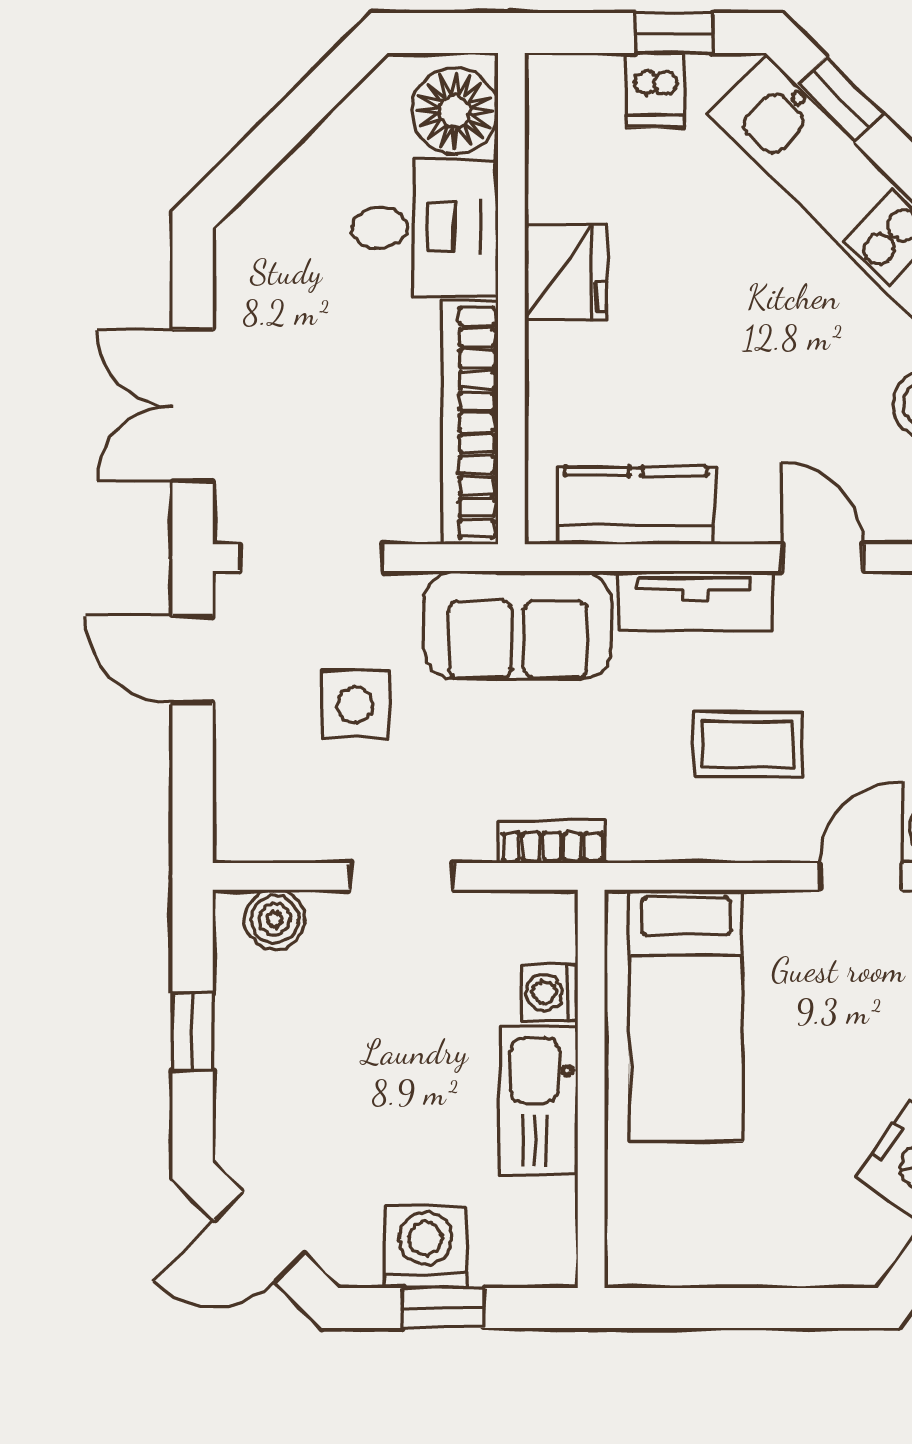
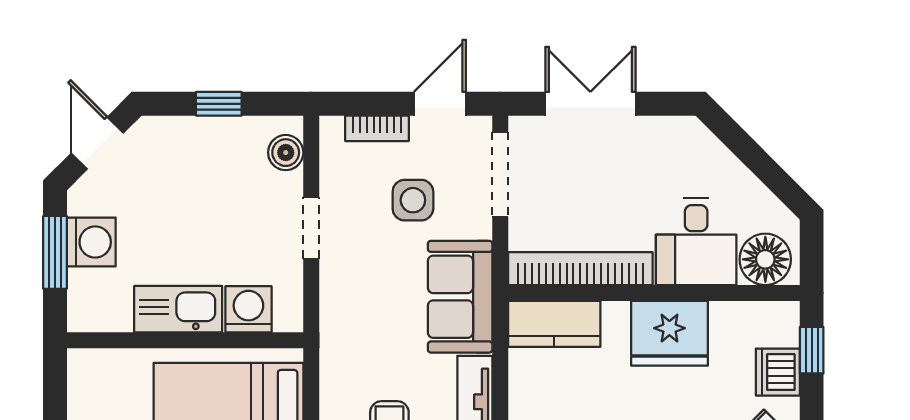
window: (674, 33) -> (812, 350), moved
dishwasher: (656, 90) -> (778, 372), width x1.38
fridge: (566, 272) -> (669, 333), width x1.36, depth x1.34
kitchen counter: (636, 505) -> (554, 324), moved, turned 90
bookcase: (552, 842) -> (377, 128), moved, turned 90
washing machine: (550, 993) -> (248, 309), width x1.38, depth x1.38
window: (443, 1308) -> (55, 252), width x1.50

